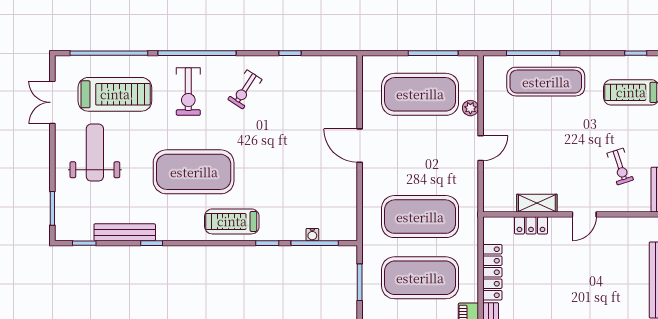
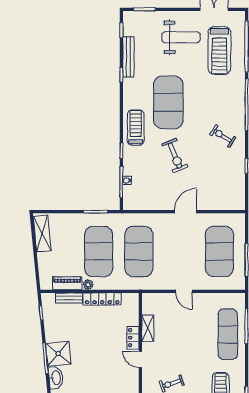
exercise bike: (188, 91) -> (175, 155), moved, turned -112
plant: (470, 108) -> (88, 285), moved
locker: (531, 225) -> (133, 338), moved

